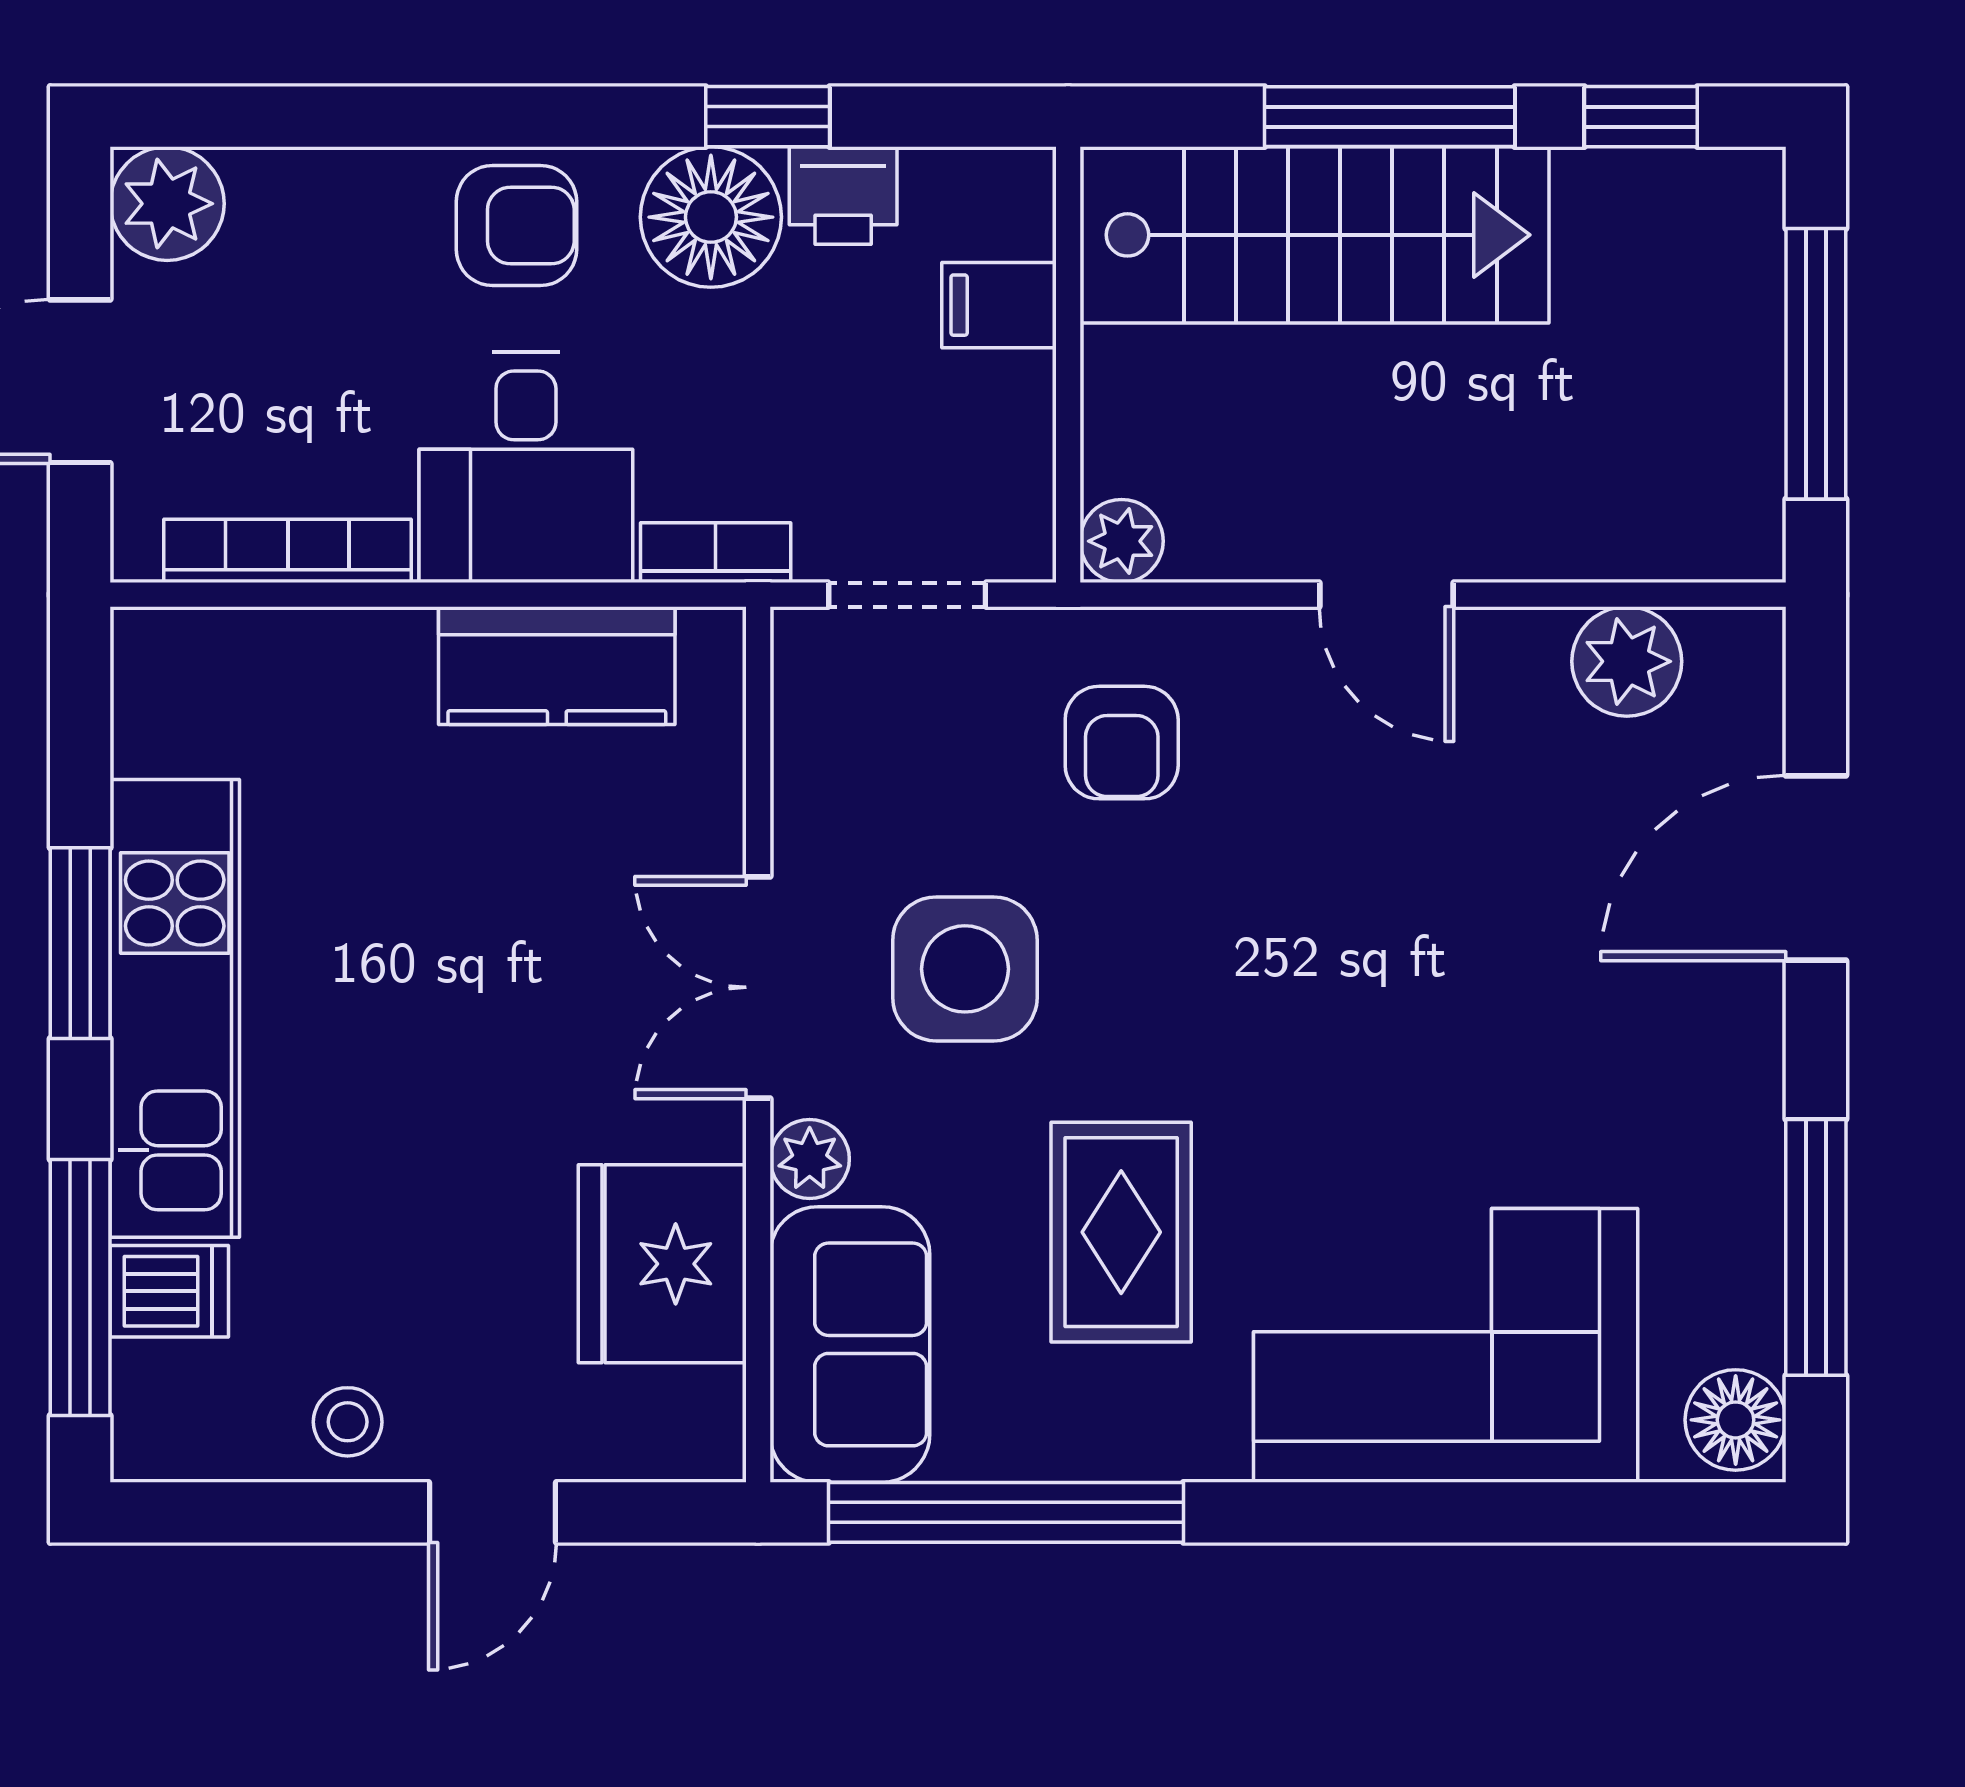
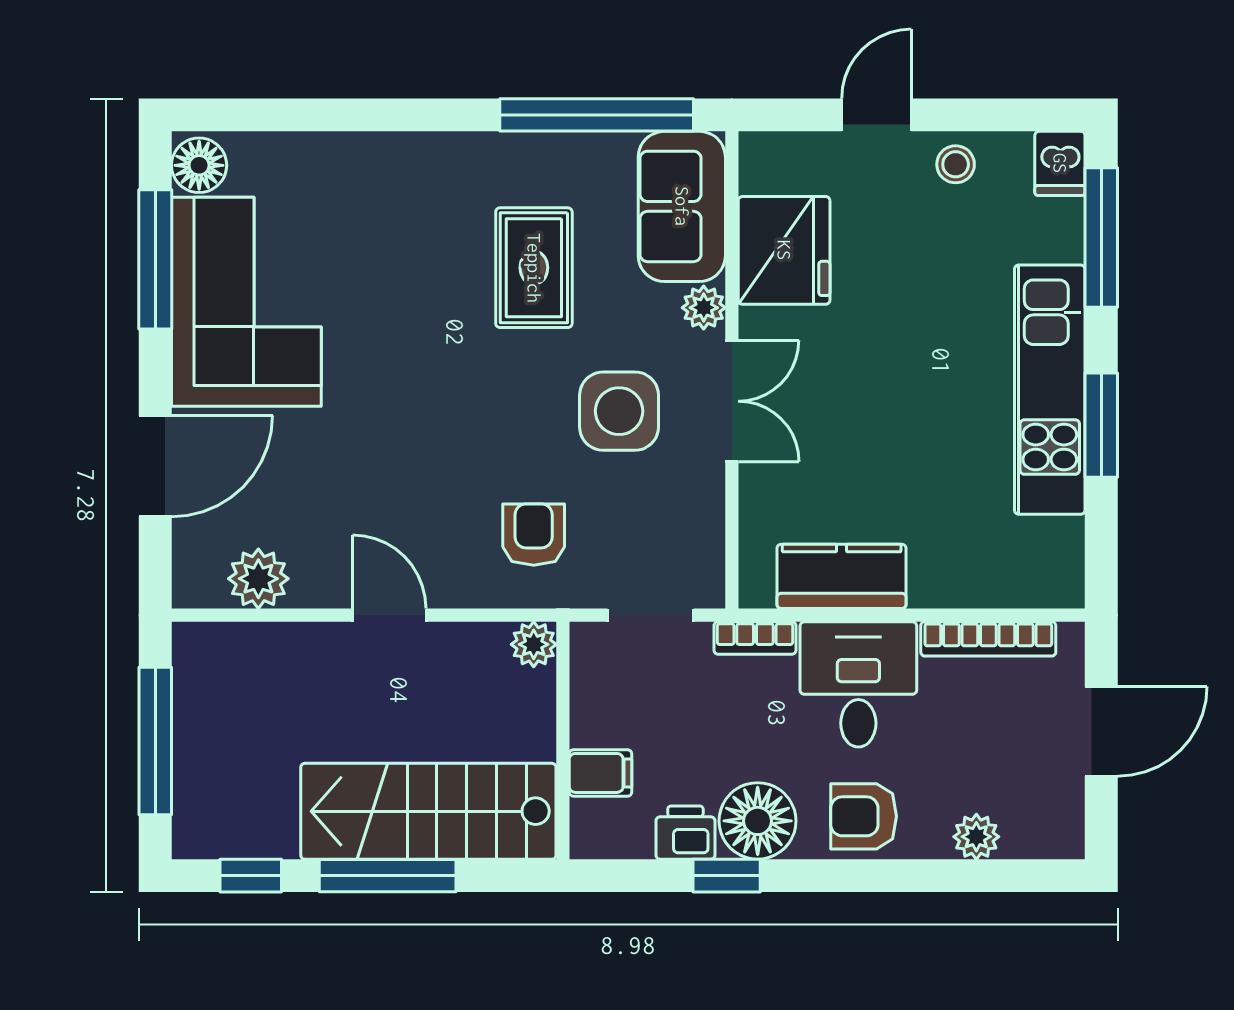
plant: (167, 204) -> (976, 837), moved, width x0.73, depth x0.73
dishwasher: (169, 1291) -> (1060, 163), moved, turned -90
corner sofa: (1446, 1345) -> (246, 302), moved, turned -90

